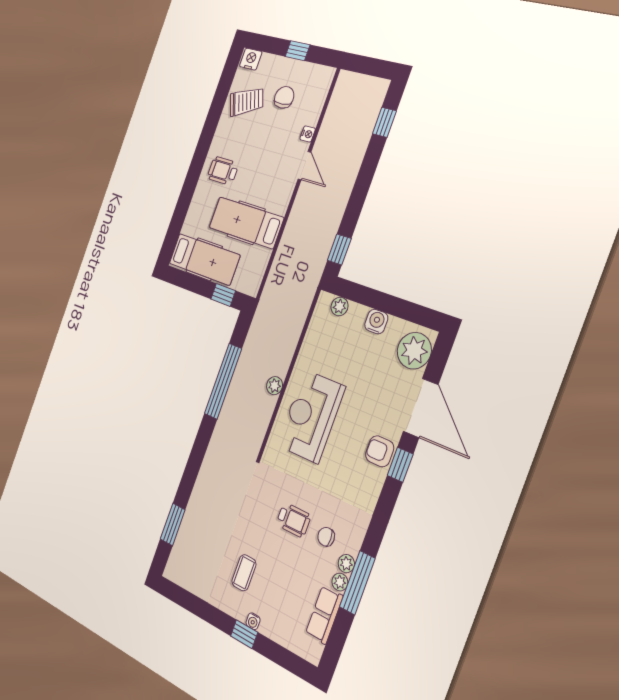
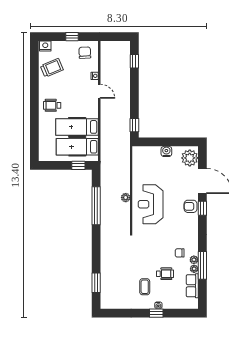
chair: (284, 97) -> (85, 53), moved
hospital bed: (204, 259) -> (77, 147), moved, turned 180
plant: (340, 306) -> (145, 151), removed
wheelchair: (293, 520) -> (165, 274), moved

